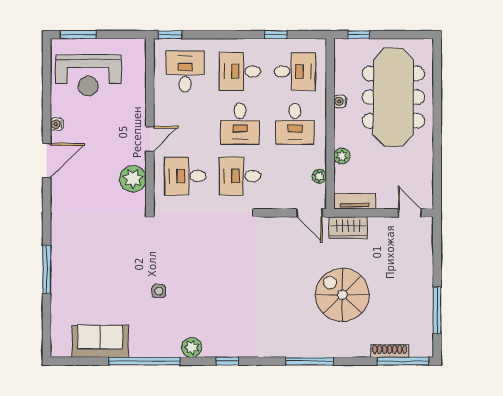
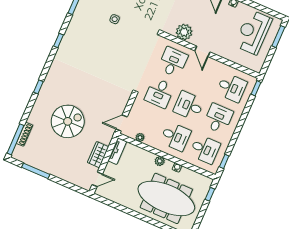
window: (276, 35) -> (224, 161), moved
desk: (295, 71) -> (205, 149), turned -90
desk: (295, 124) -> (175, 137), turned 180
plant: (342, 156) -> (160, 161), moved
desk: (240, 176) -> (159, 93), turned 180
wardrobe: (348, 228) -> (98, 155), moved
plant: (192, 347) -> (75, 24), removed
window: (310, 361) -> (38, 87), width x0.46

